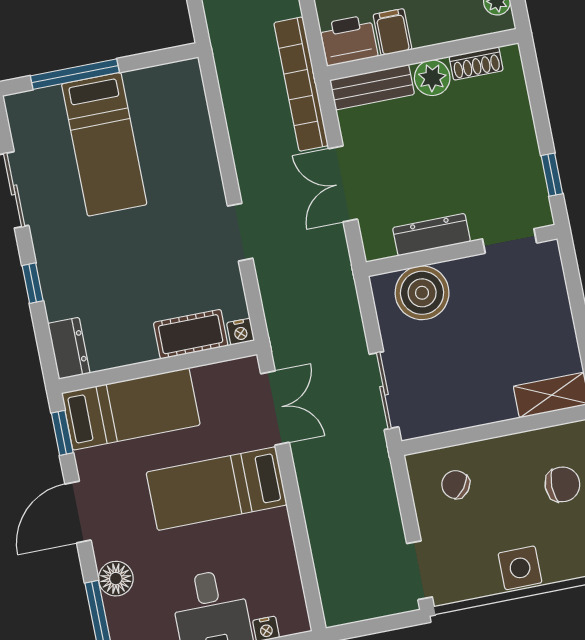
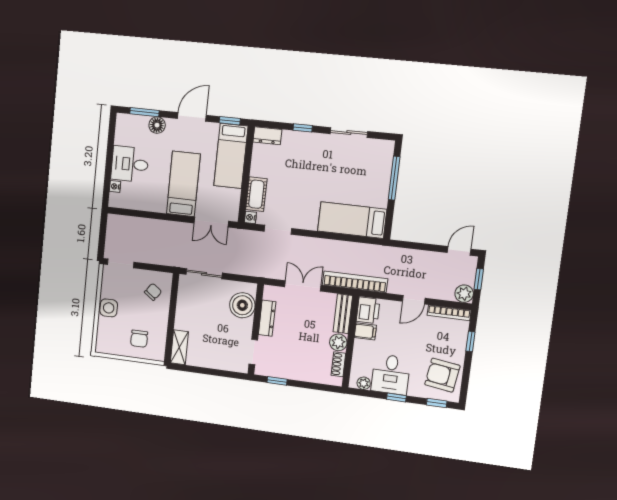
bed: (104, 144) -> (352, 220), moved
doorway: (240, 232) -> (278, 230), moved
door: (78, 512) -> (192, 117), hinge flipped

